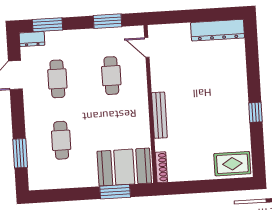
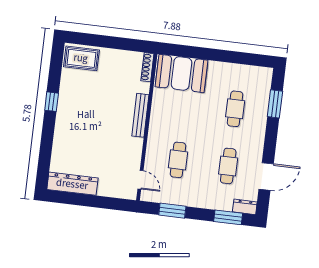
window: (115, 192) -> (194, 52), removed

